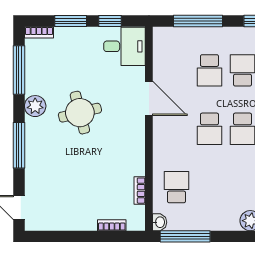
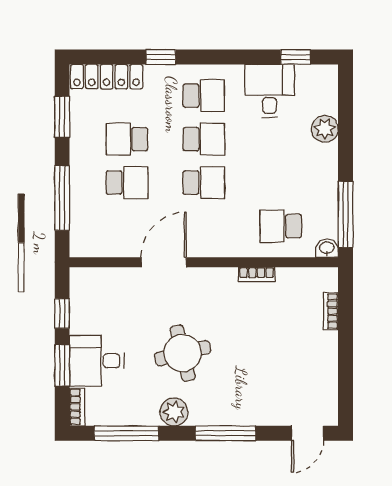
desk: (124, 46) -> (97, 361), moved, turned -90
bookcase: (140, 191) -> (257, 274), moved

